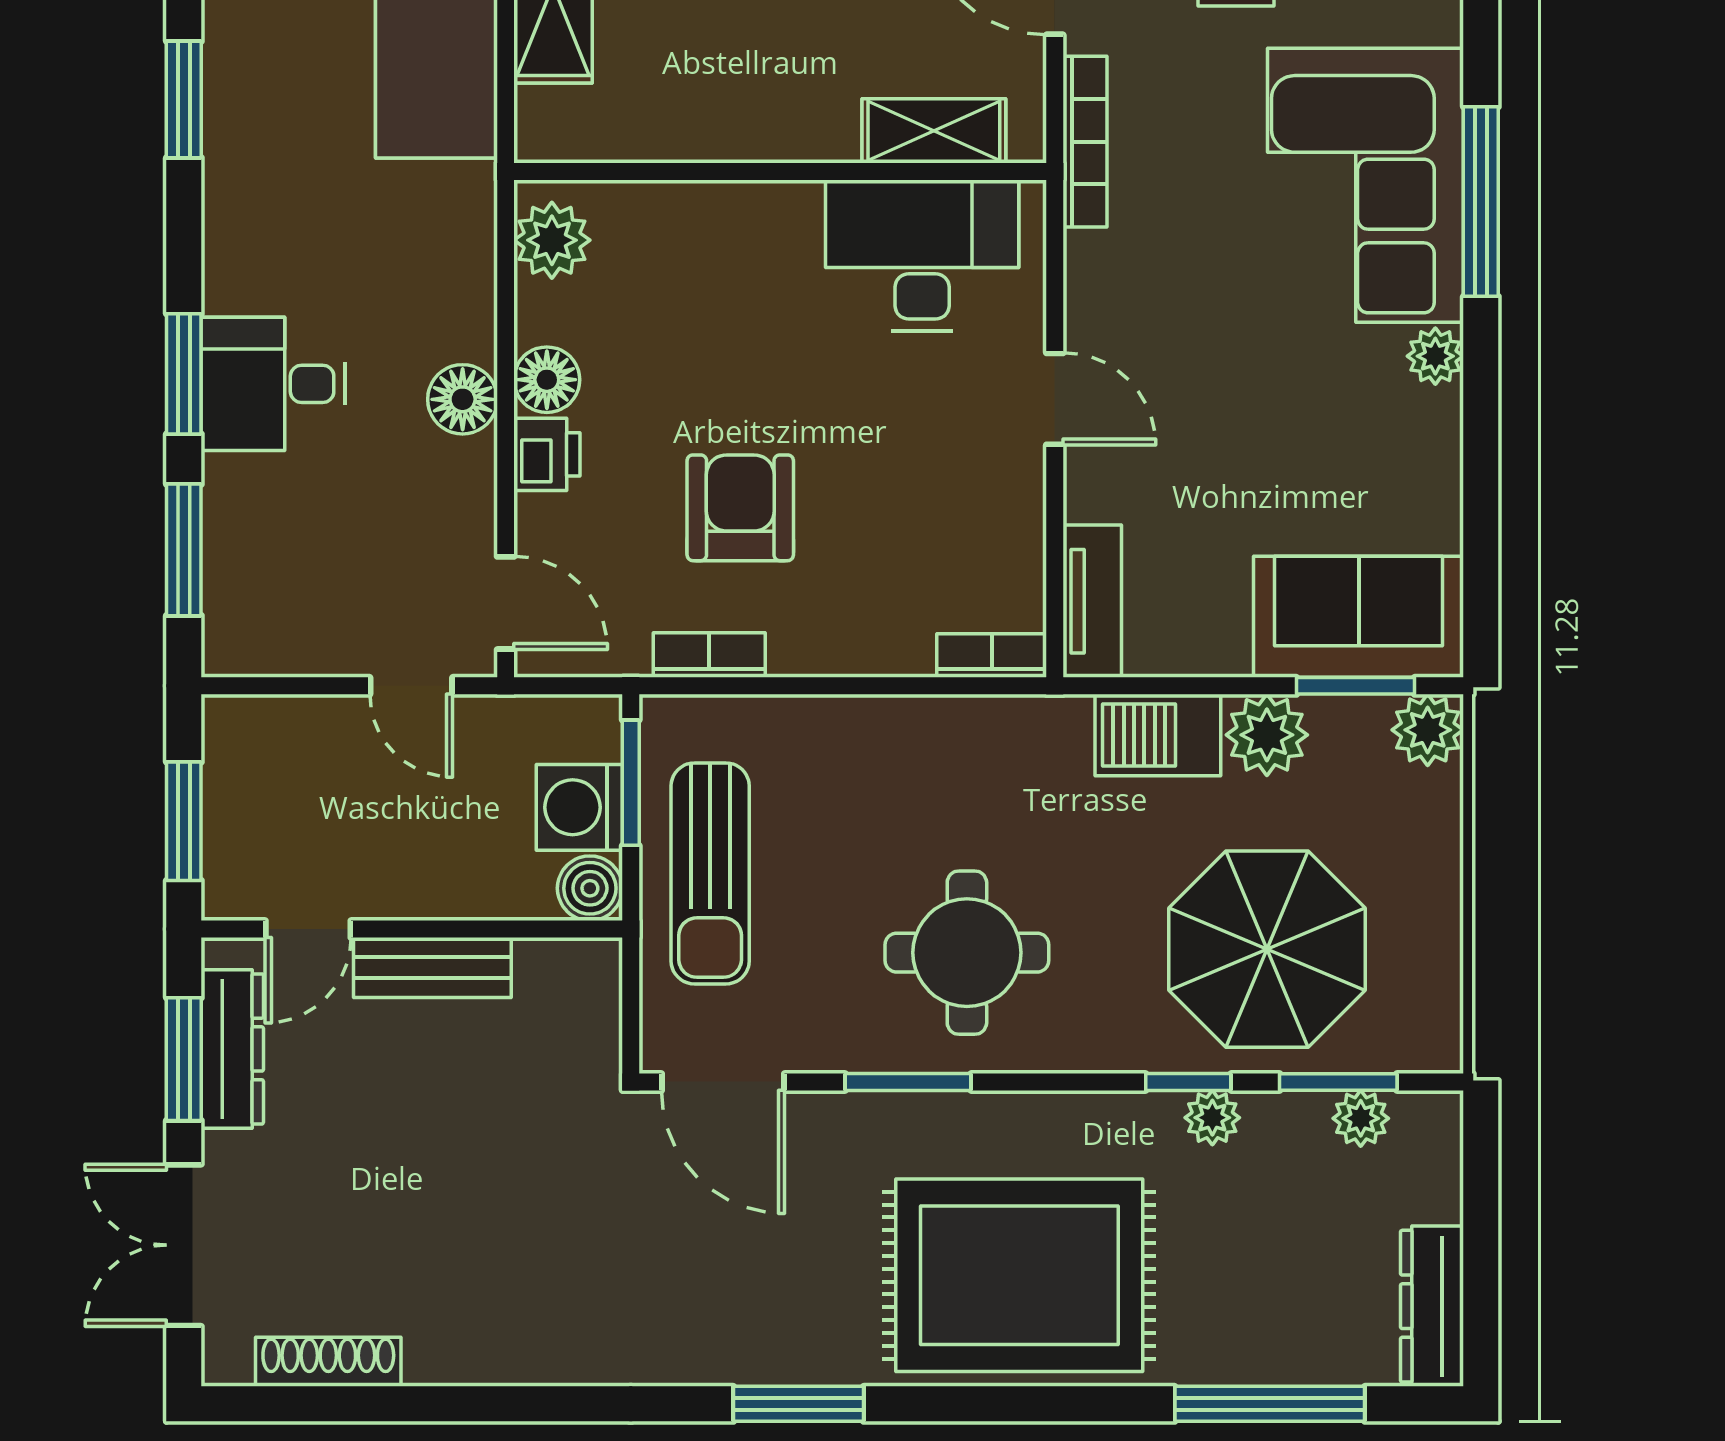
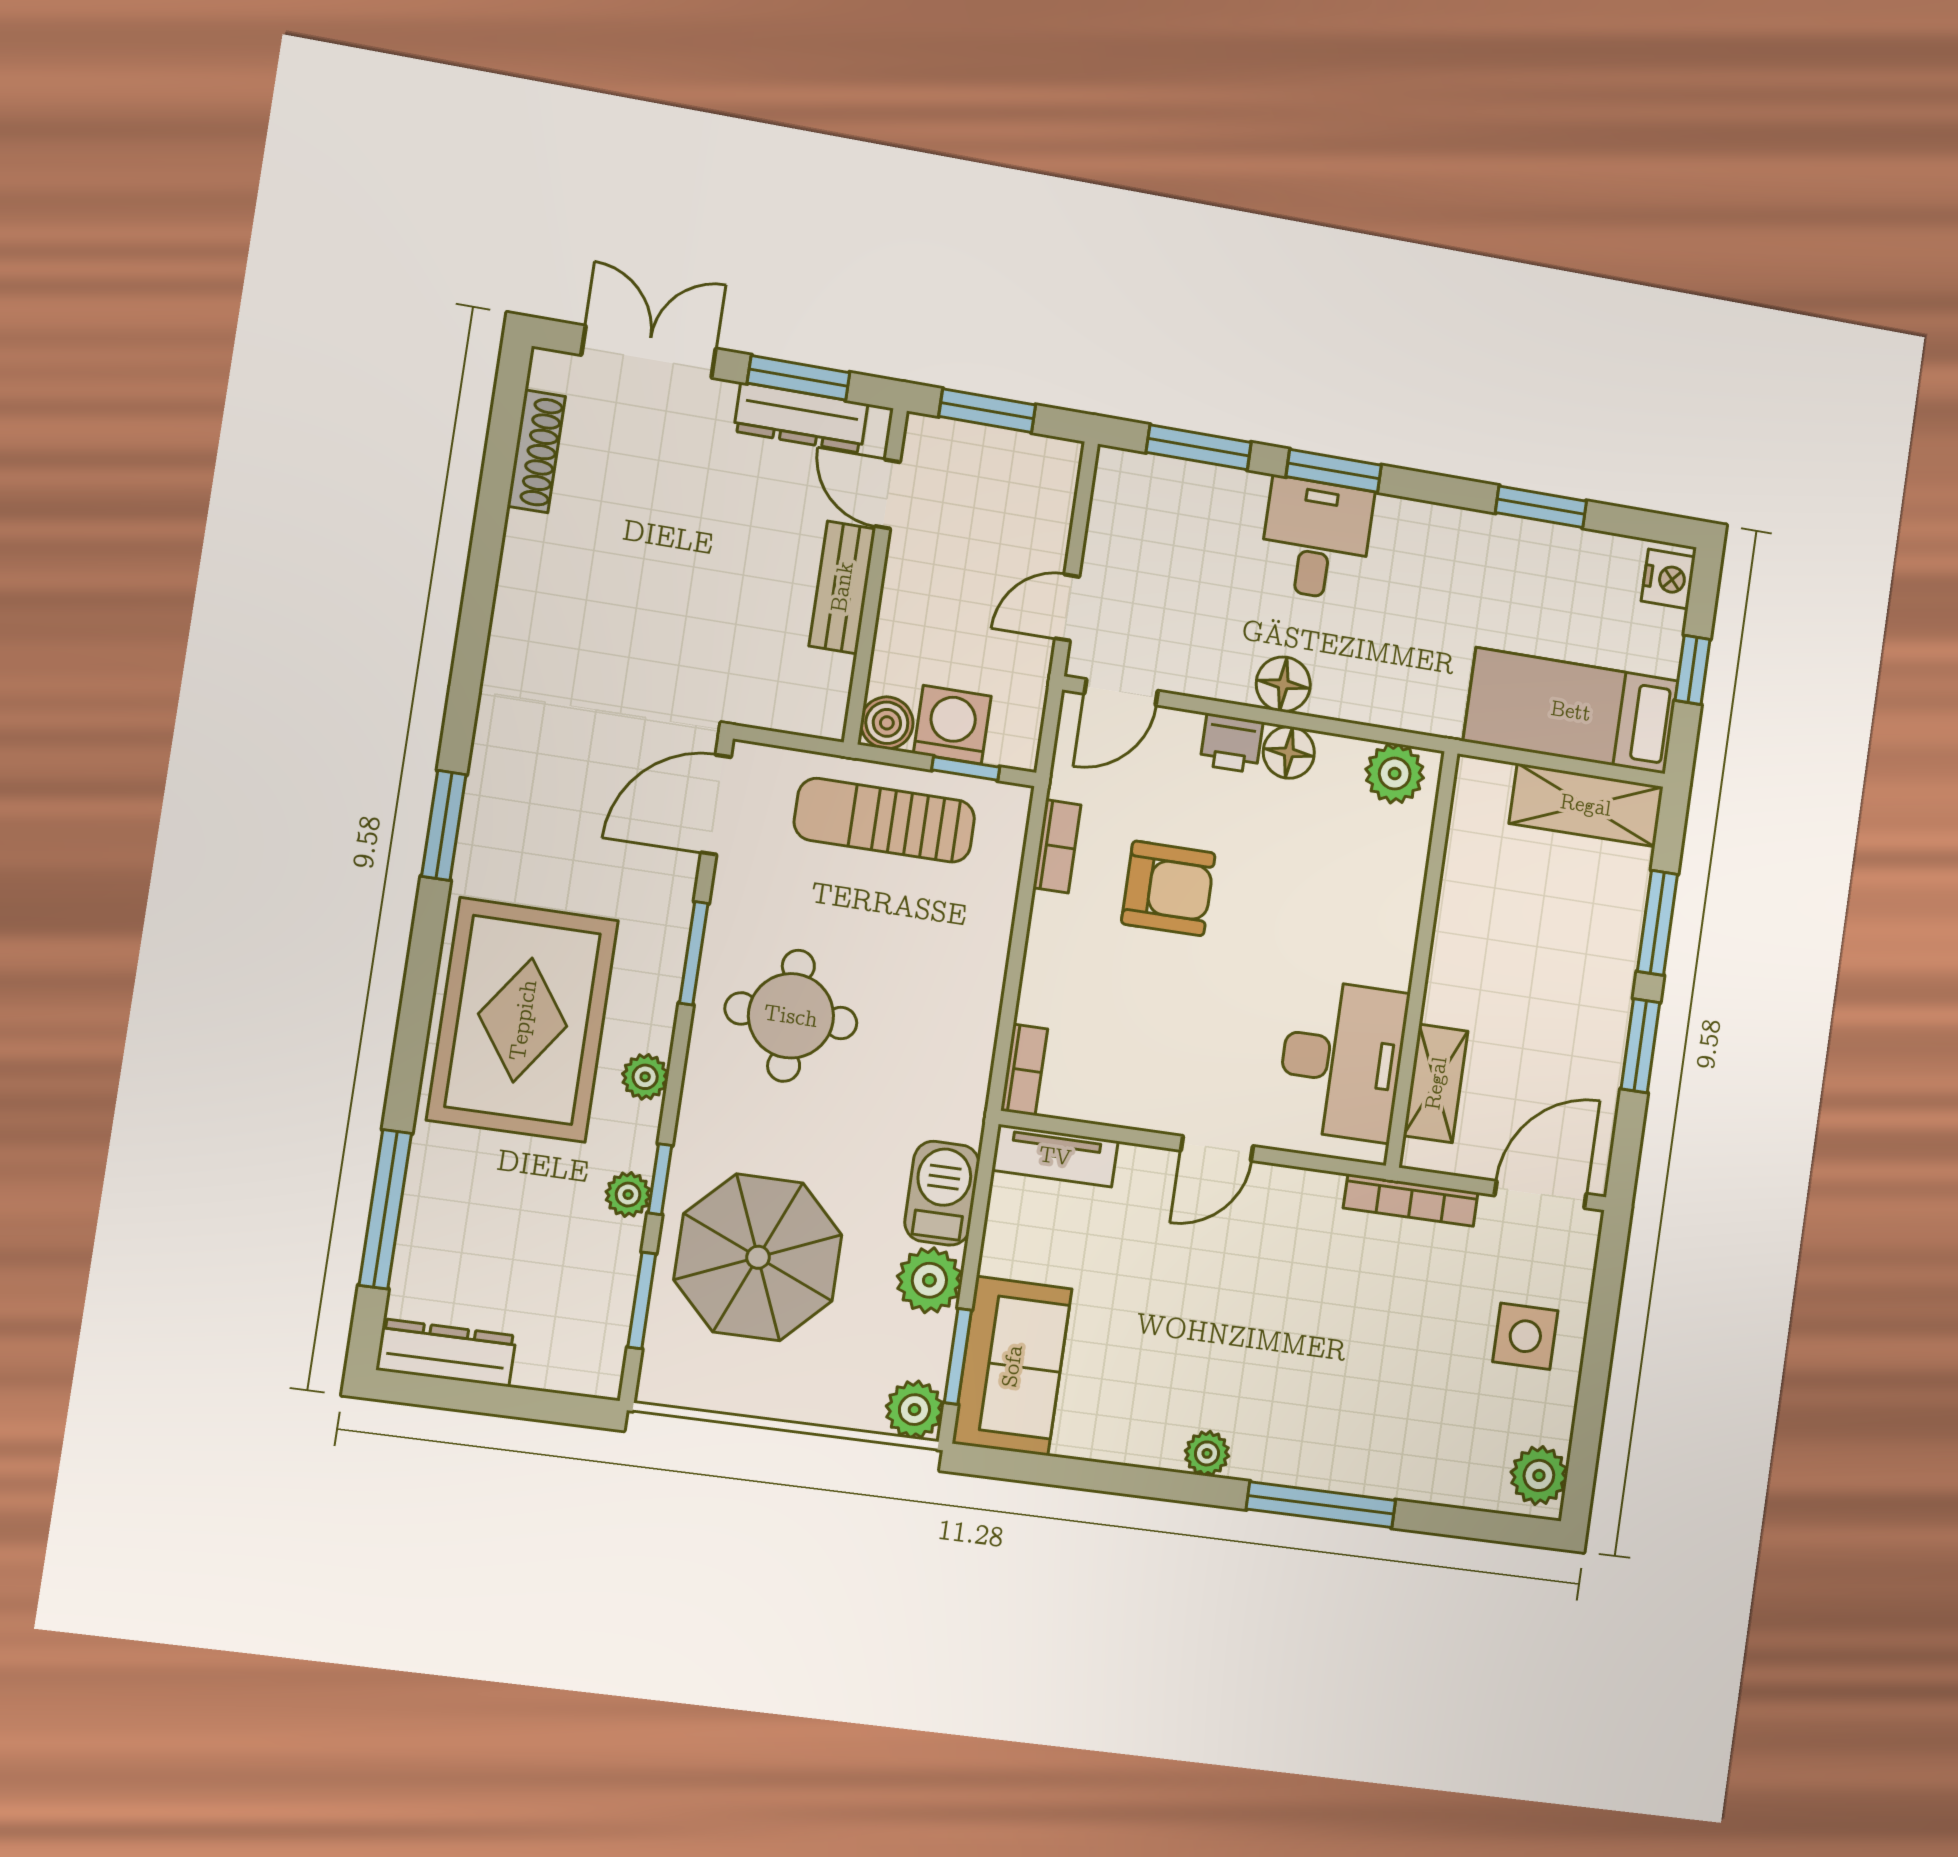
corner sofa: (1366, 185) -> (1346, 1416), removed
window: (631, 783) -> (966, 768), width x0.67
plant: (1361, 1118) -> (645, 1077), moved

